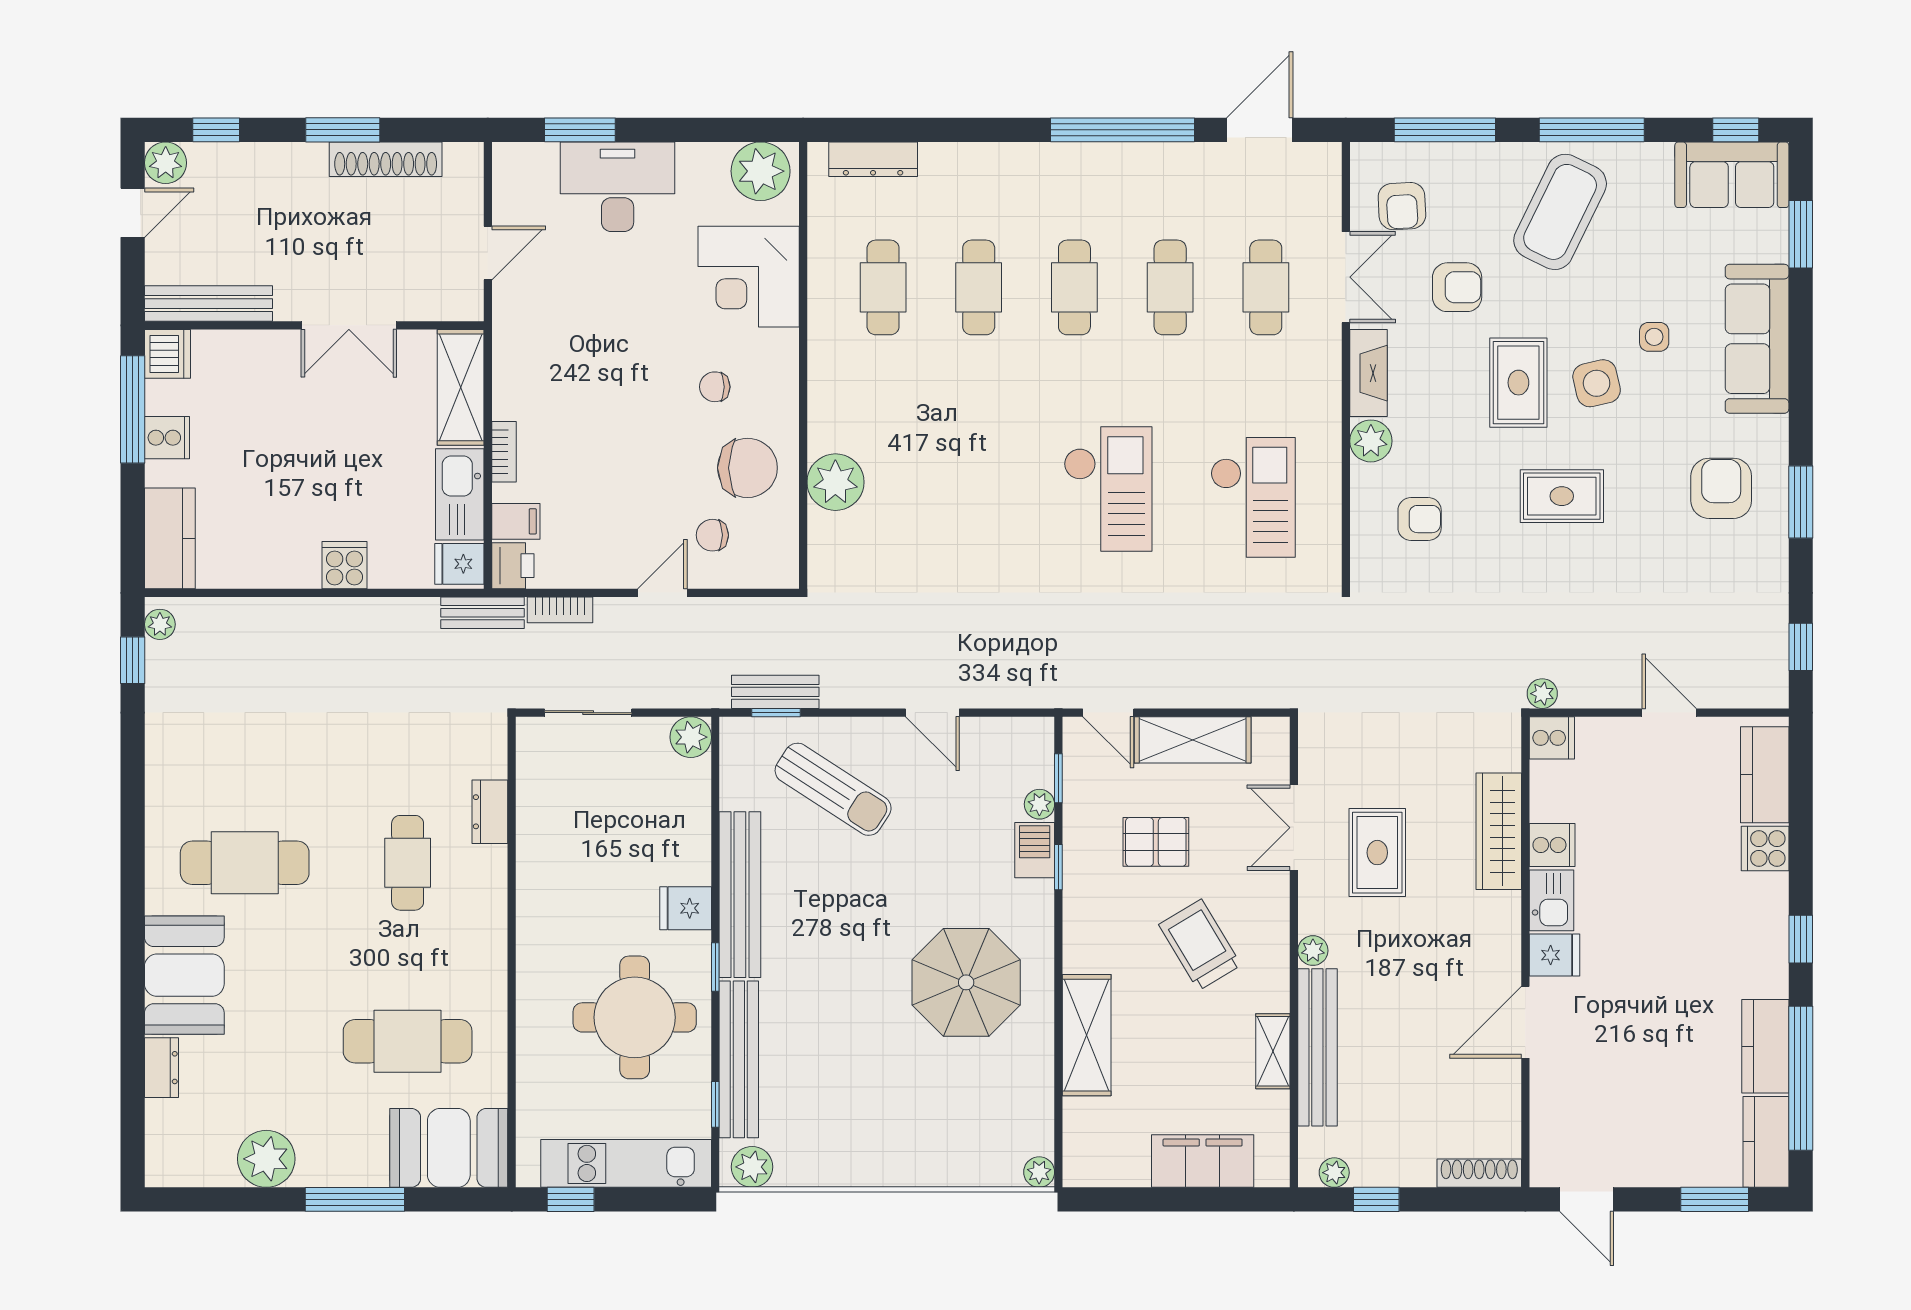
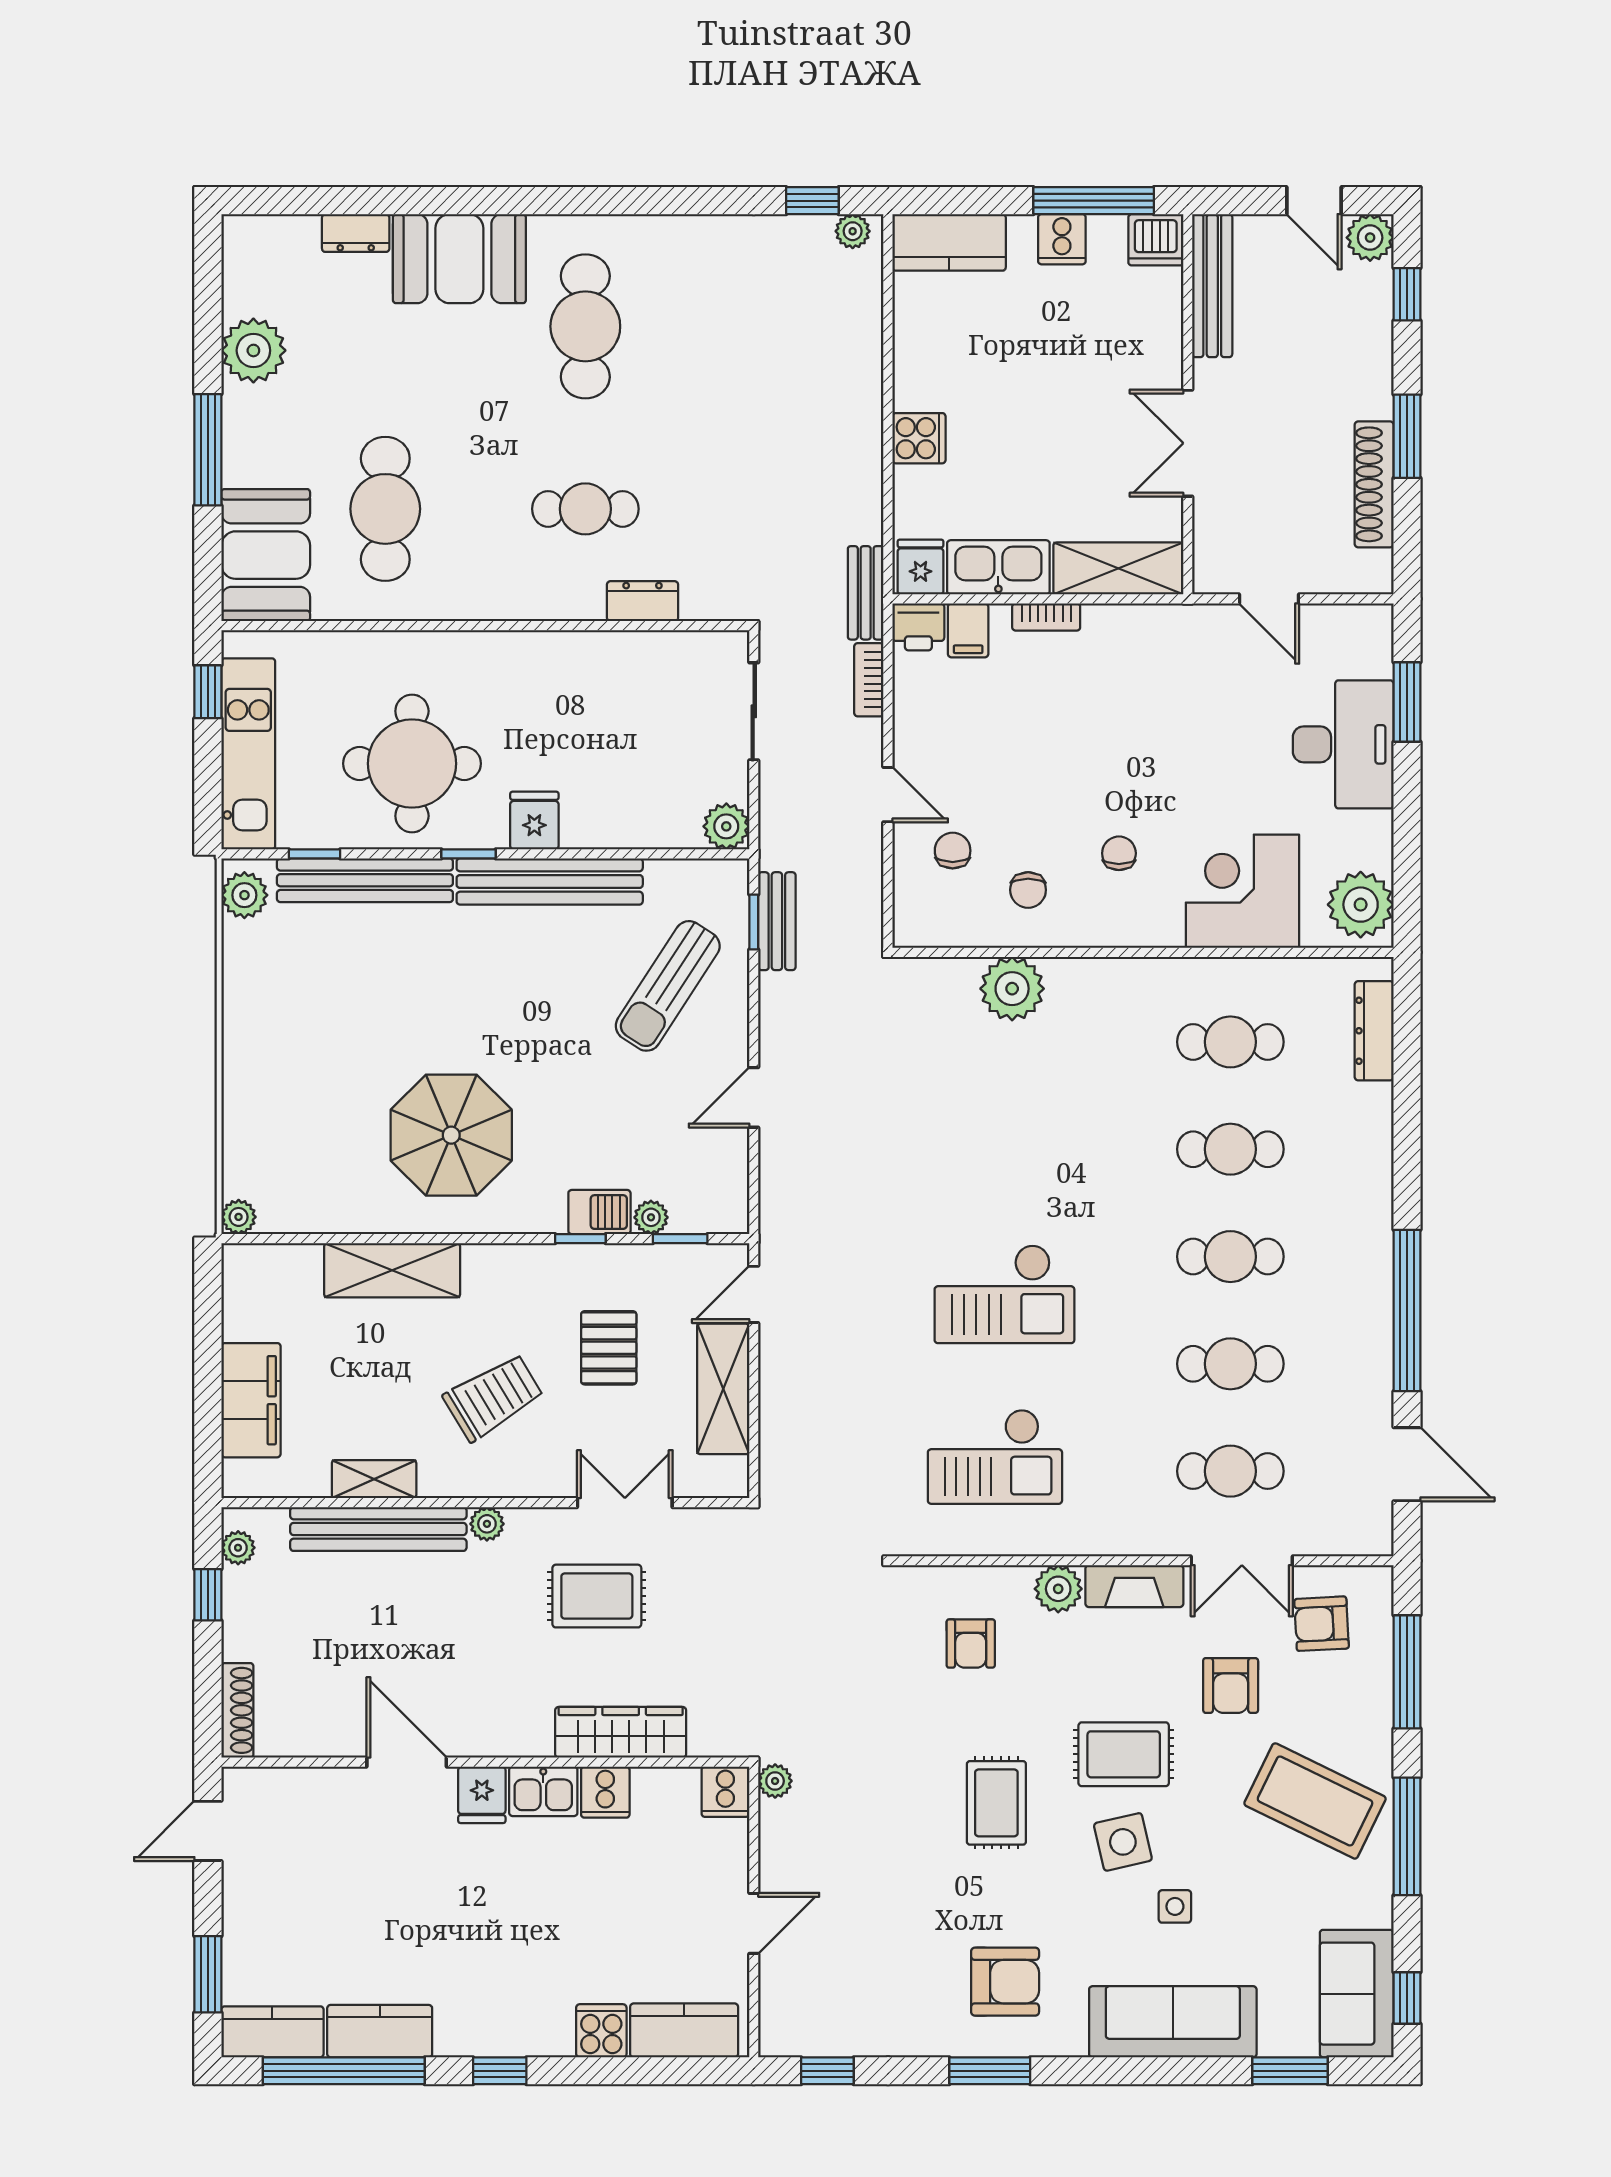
chair: (747, 468) -> (1028, 890), width x0.54, depth x0.54

